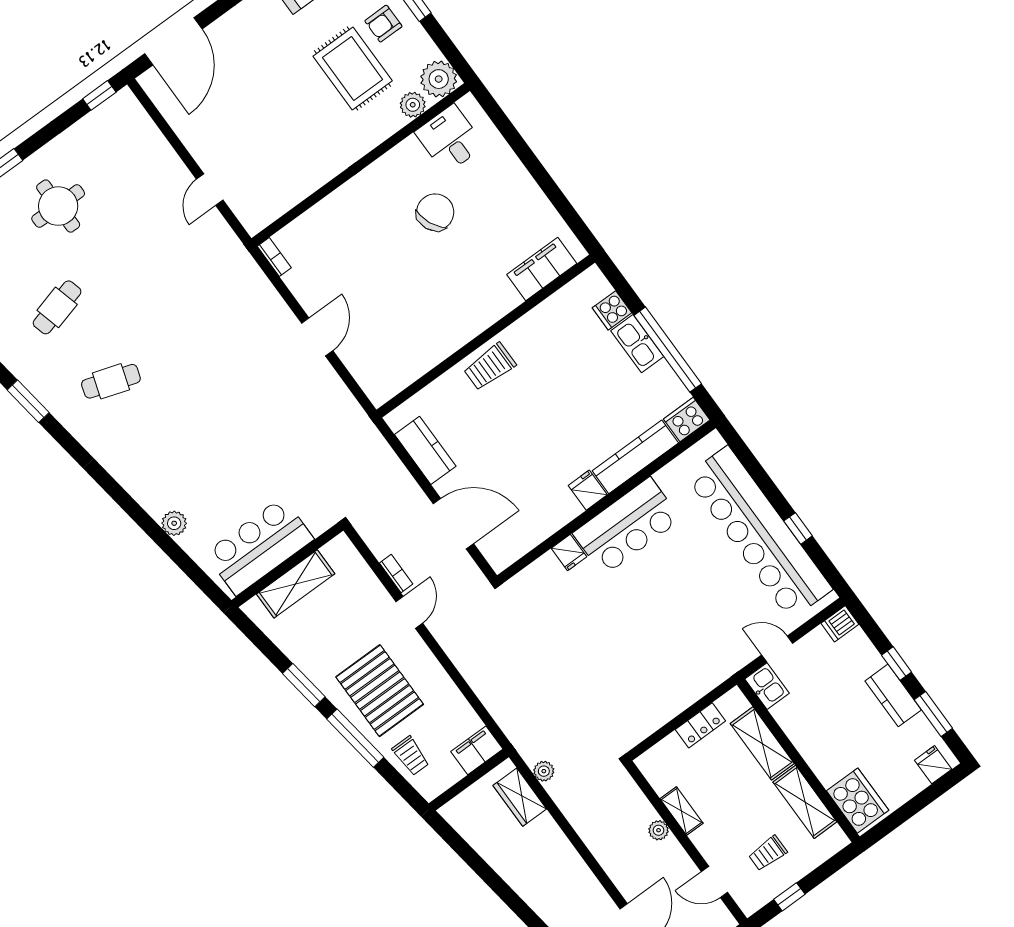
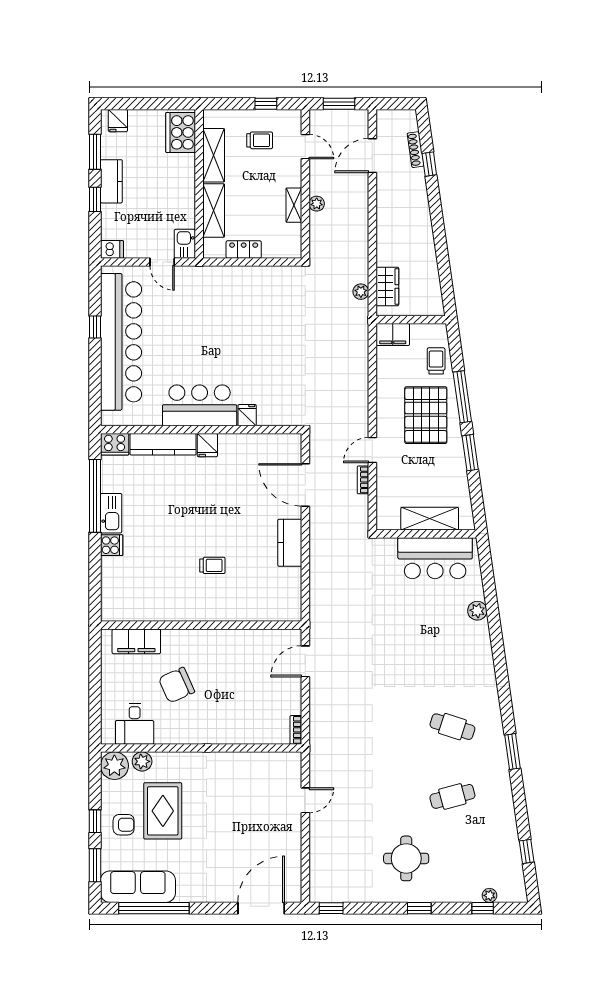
filing cabinet: (542, 269) -> (136, 641), moved
wall: (486, 336) -> (201, 625), moved
trolley: (490, 367) -> (212, 565), width x0.73, depth x0.72

